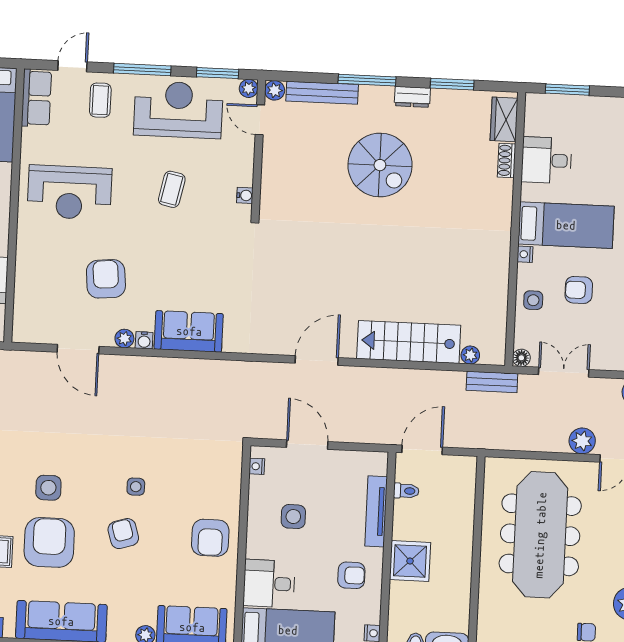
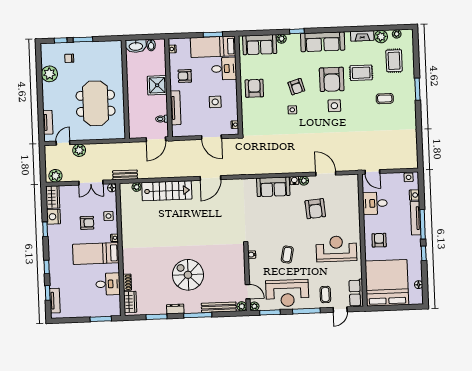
meeting table: (540, 535) -> (96, 103), width x0.73

